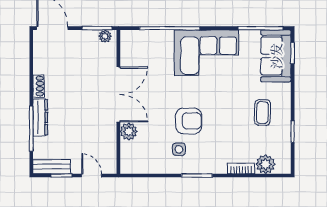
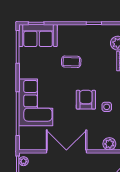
corner sofa: (206, 53) -> (36, 102), moved
coffee table: (262, 113) -> (71, 62), moved
plant: (129, 131) -> (109, 144), moved

